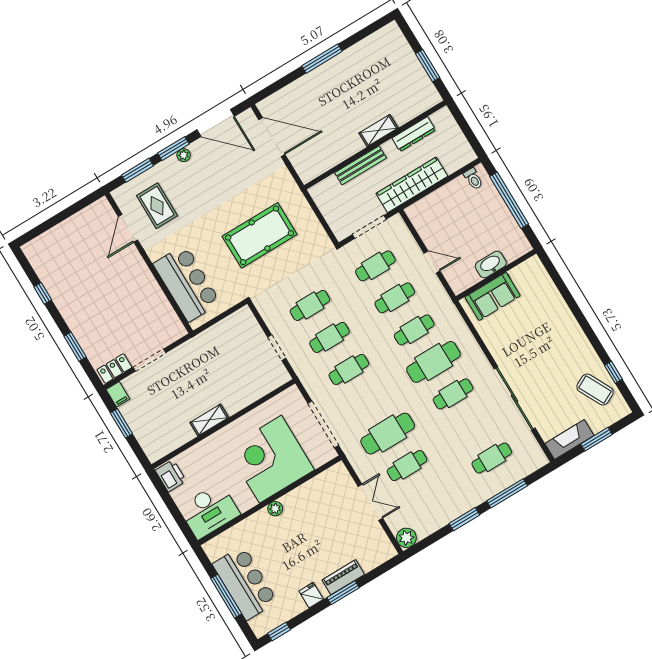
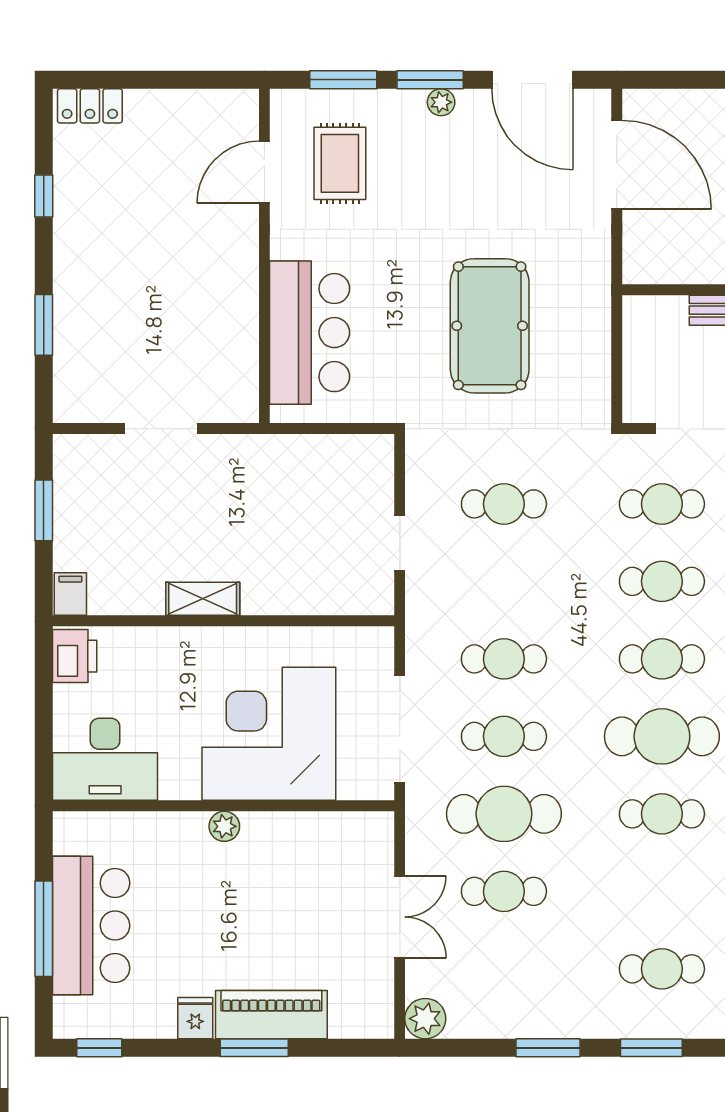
pool table: (260, 235) -> (490, 326), turned 90
cafe table: (329, 337) -> (504, 736), moved
locker: (114, 369) -> (90, 106), moved, turned 180
filing cabinet: (118, 394) -> (70, 594), moved, turned 180
window: (507, 493) -> (651, 1048), width x0.69
piano: (343, 577) -> (271, 1015), width x1.37, depth x1.33

